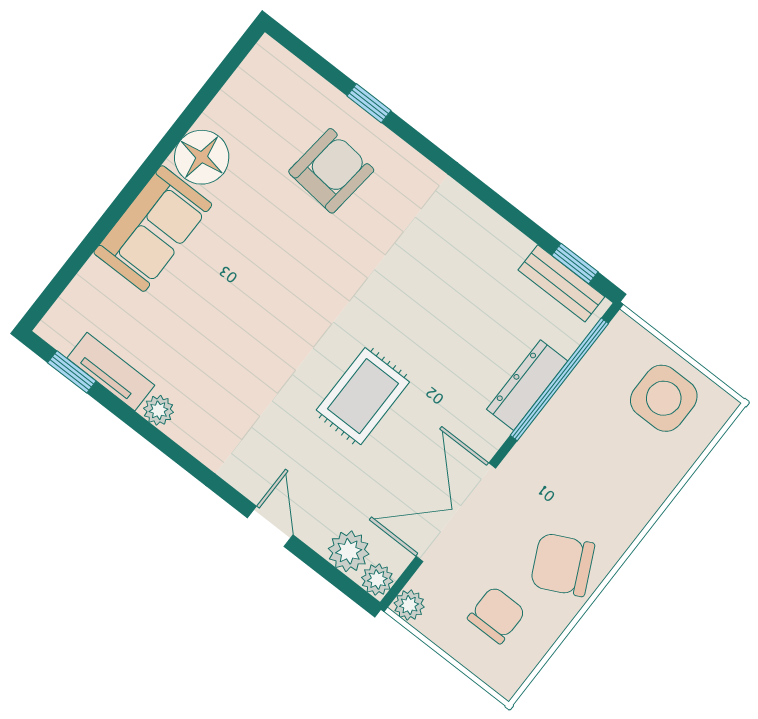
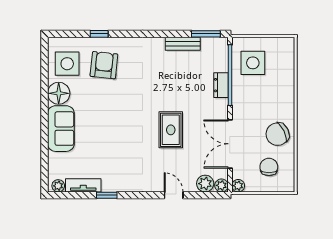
side table: (262, 113) -> (67, 64), added
window: (575, 264) -> (206, 34), width x1.50
bench: (561, 283) -> (183, 44), moved
window: (72, 372) -> (107, 195), moved
dresser: (527, 385) -> (221, 85), width x0.70
side table: (664, 398) -> (253, 63), moved
plant: (159, 410) -> (58, 186), moved

